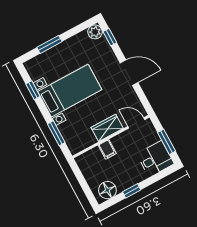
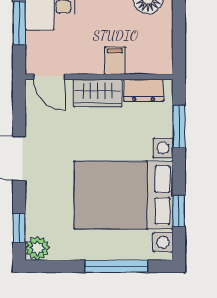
window: (50, 44) -> (116, 266), width x1.44
bed with nightstands: (70, 91) -> (124, 195), width x1.36
dresser: (84, 142) -> (143, 90), added

